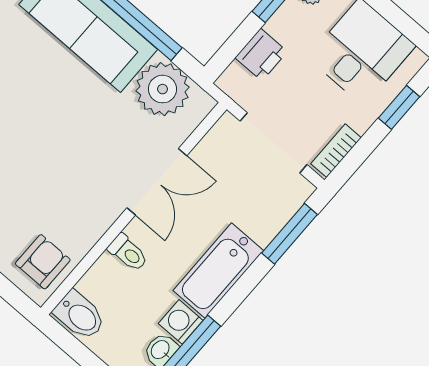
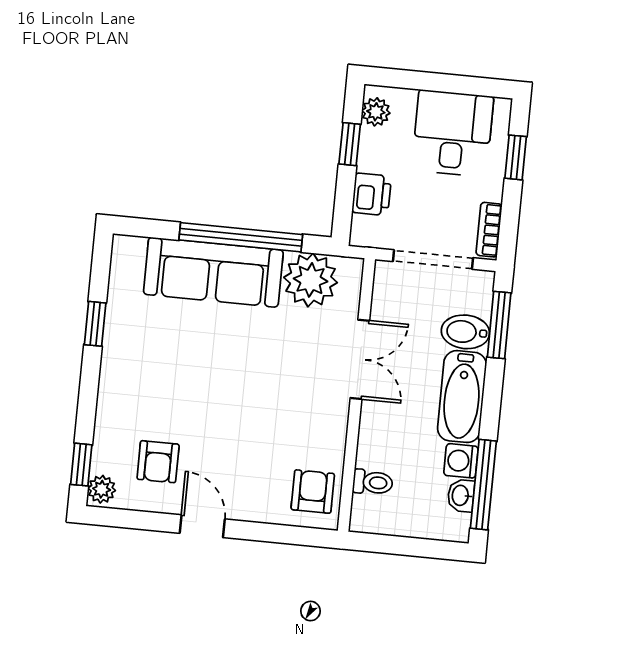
toilet: (128, 253) -> (373, 482), moved
bidet: (80, 315) -> (465, 332), moved, turned 180

